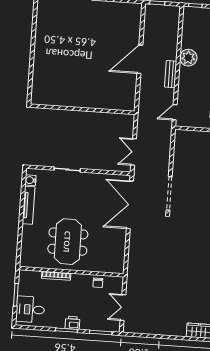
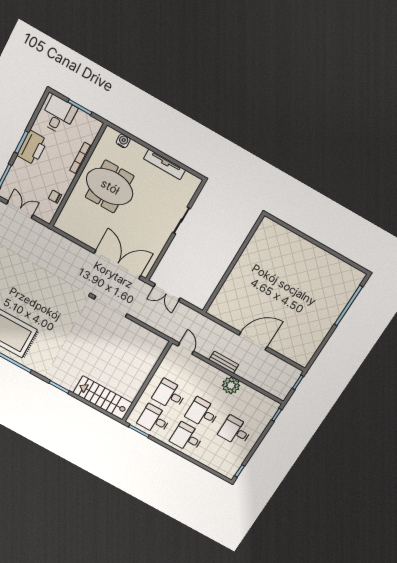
door: (140, 59) -> (253, 341), hinge flipped
double door: (134, 152) -> (167, 292), swing flipped
water cooler: (30, 180) -> (123, 141), moved
printer: (72, 323) -> (32, 148), width x1.87, depth x1.48

